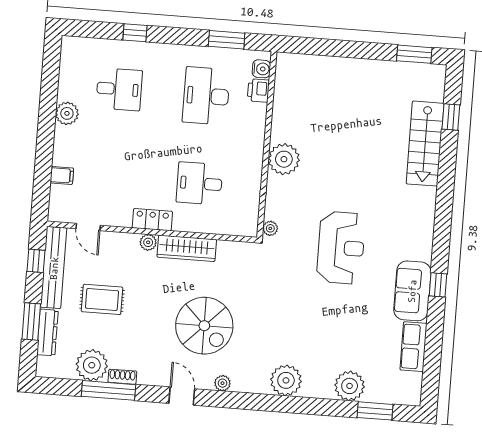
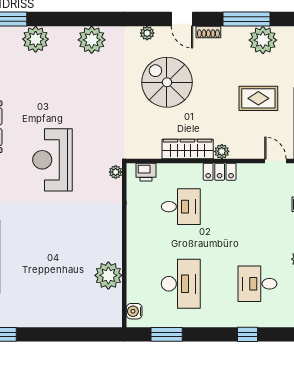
printer: (258, 90) -> (146, 172), moved, turned 90
plant: (284, 159) -> (108, 275), moved
shoe rack: (122, 377) -> (208, 32), moved

